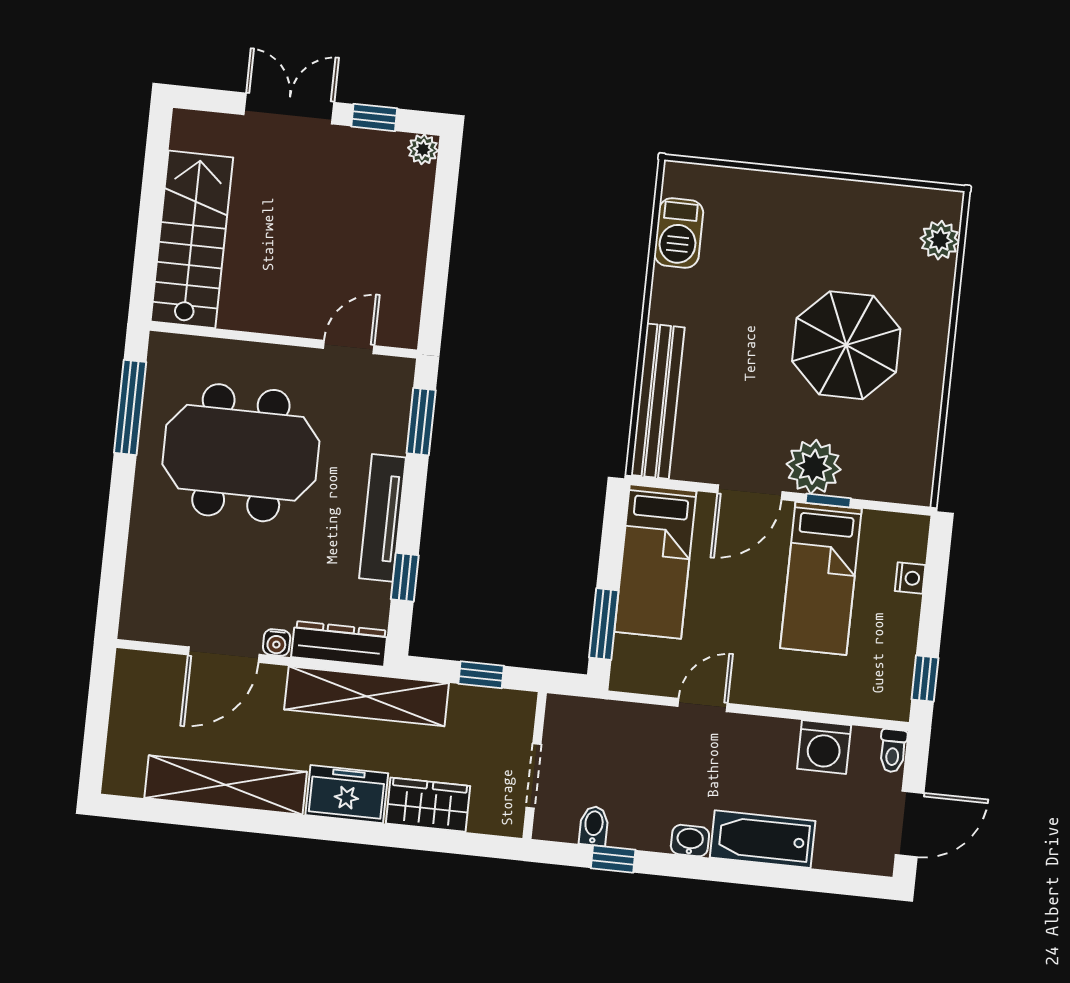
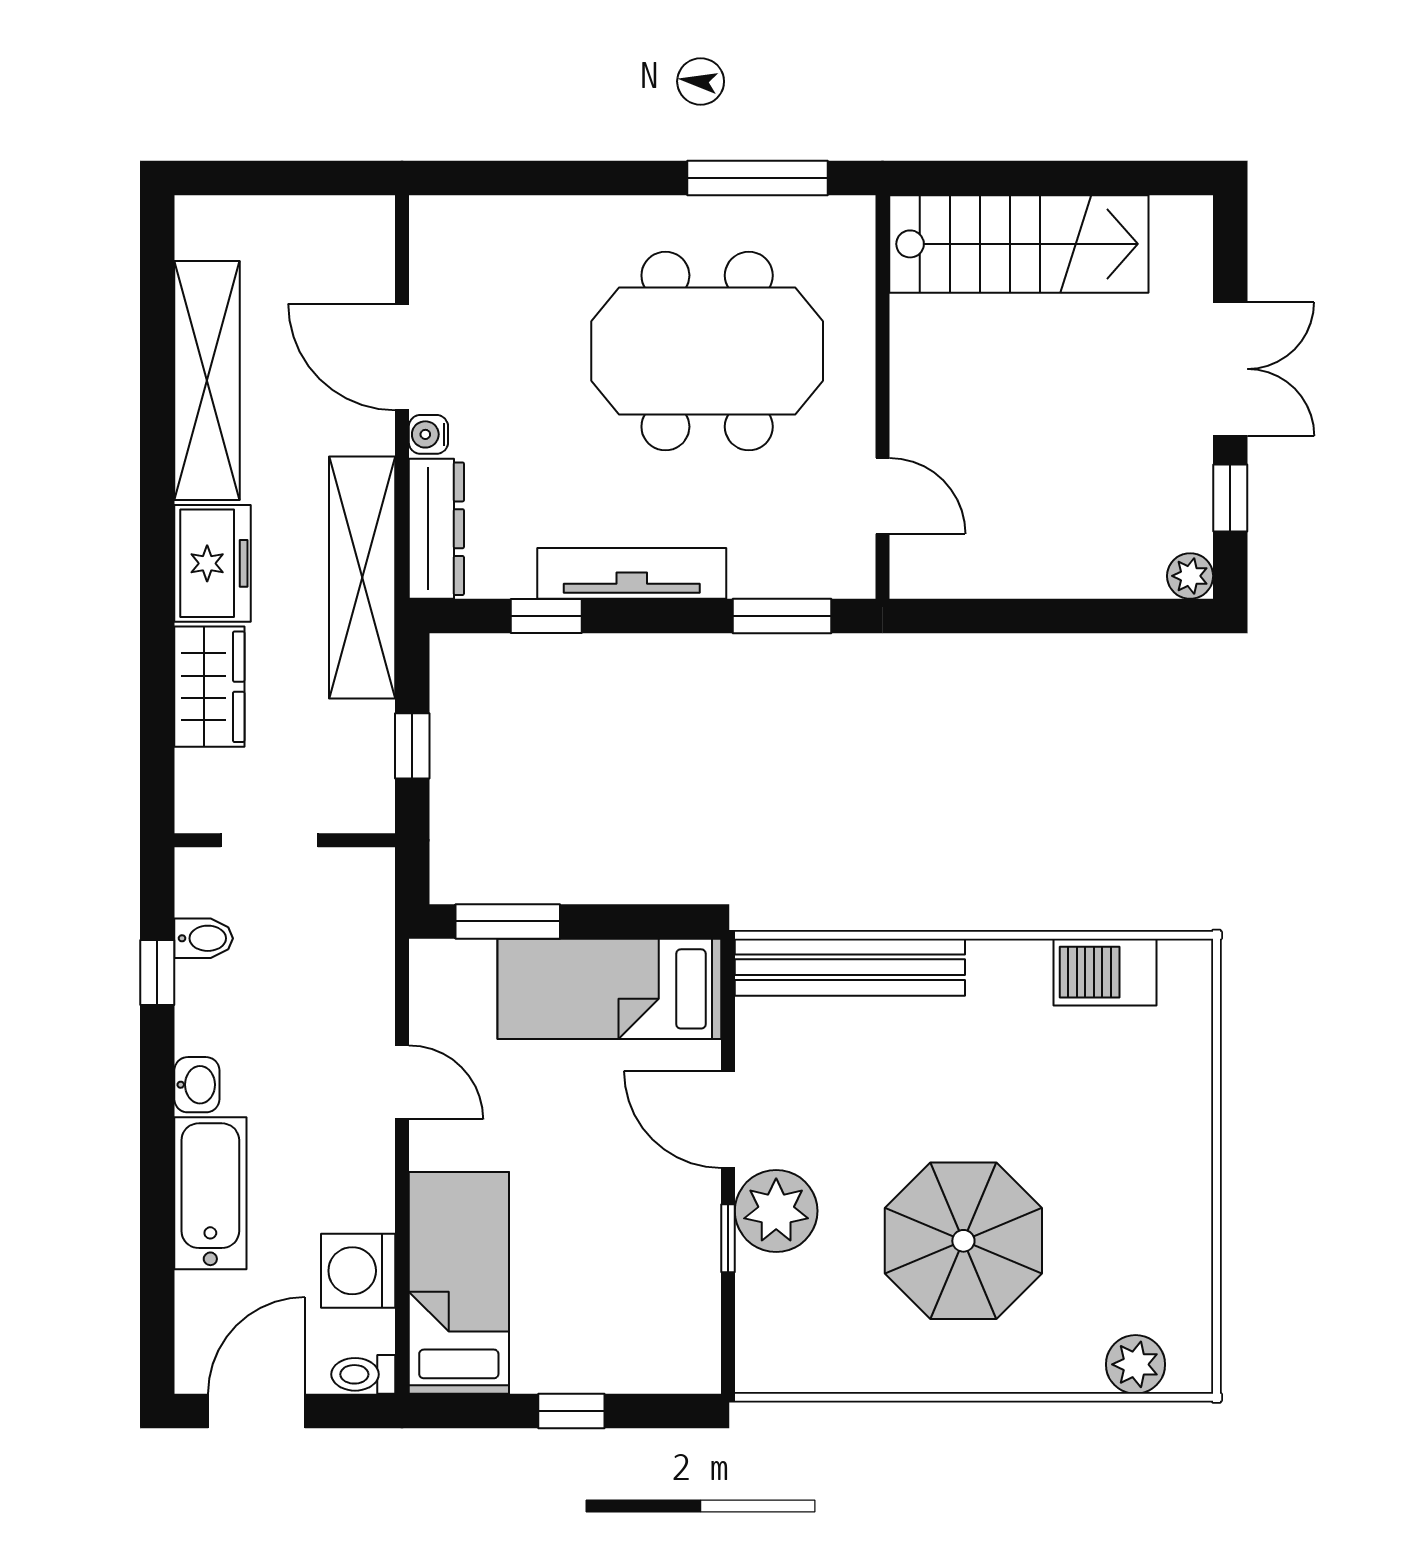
meeting table: (241, 453) -> (707, 351), turned 90
bed: (821, 578) -> (459, 1283), moved, turned 90
nightstand: (910, 578) -> (625, 1373), removed
window: (925, 679) -> (571, 1411), moved
door: (910, 824) -> (257, 1411), swing flipped

